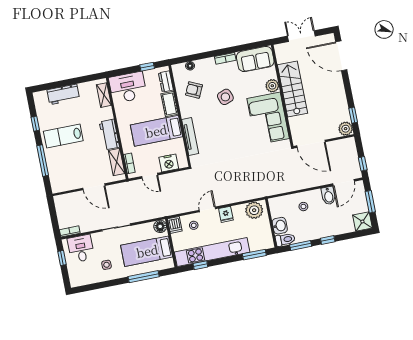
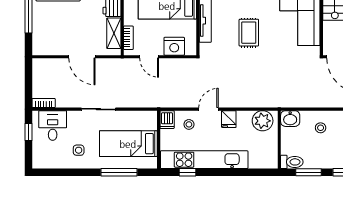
rug: (228, 139) -> (249, 33), added
floor lamp: (160, 226) -> (150, 118), removed
washbasin: (280, 226) -> (290, 119), moved, turned 90
window: (254, 255) -> (253, 172), removed

